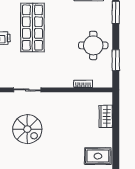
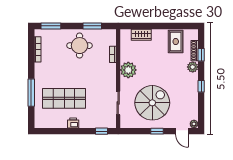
plant: (65, 102) -> (128, 70), added
spiral stairs: (27, 129) -> (152, 103), width x1.37, depth x1.37

